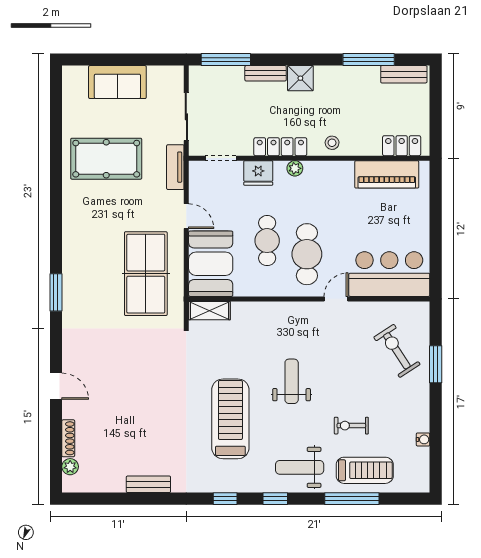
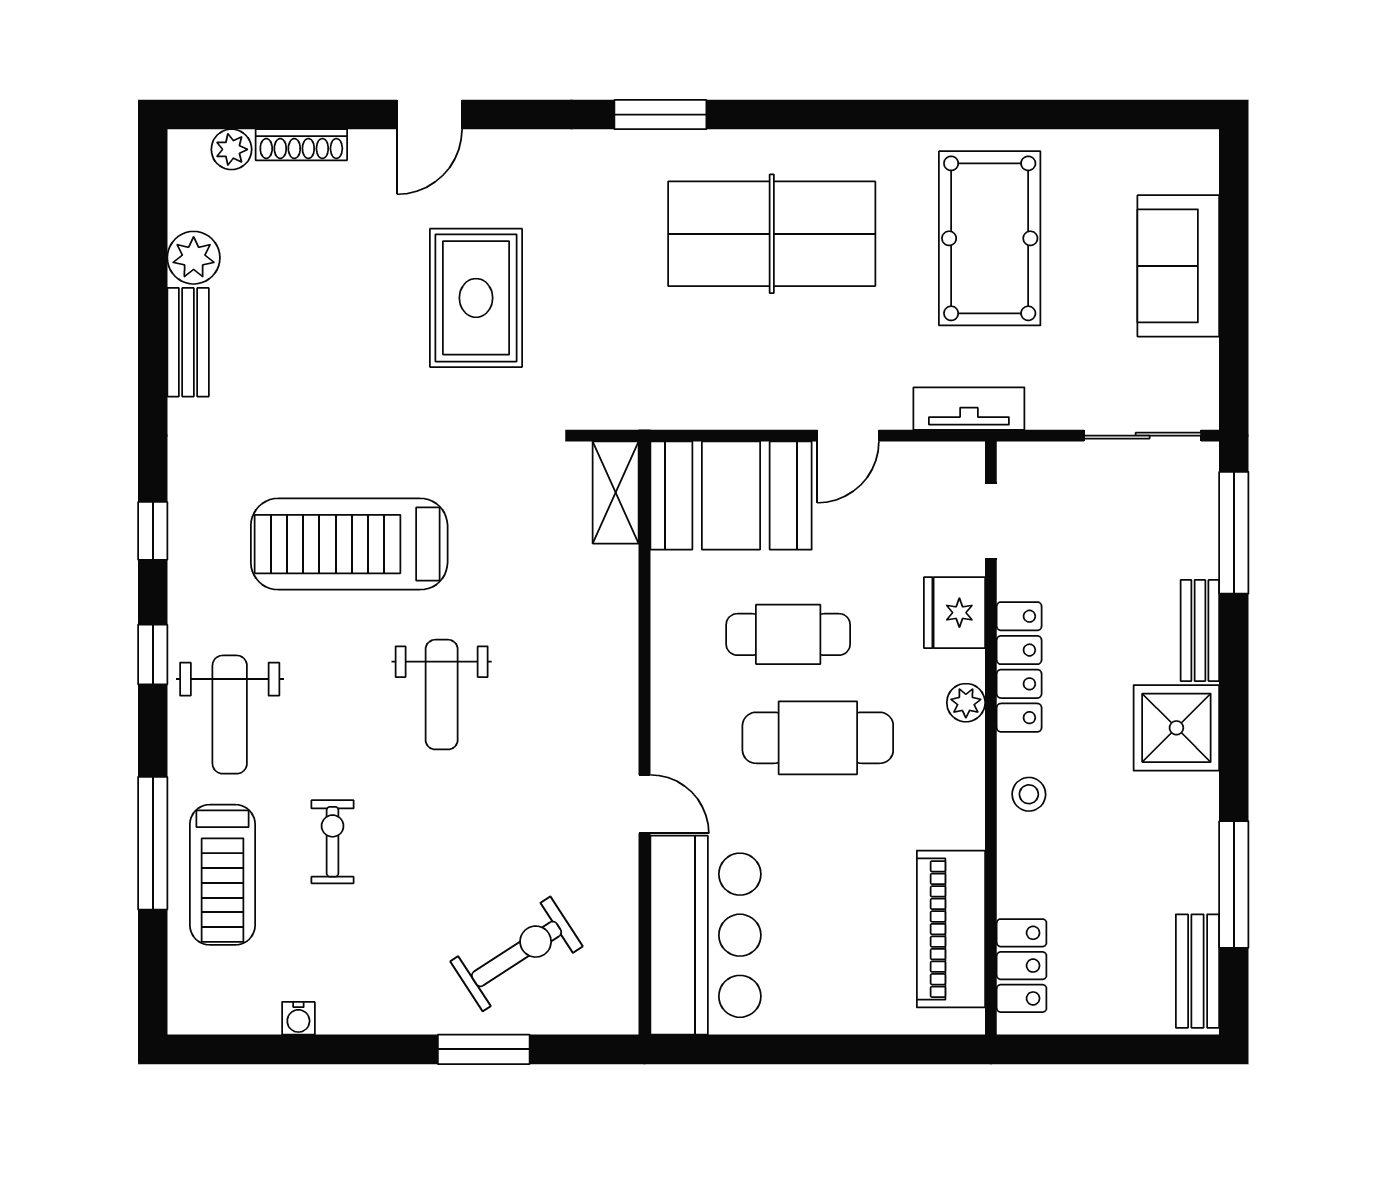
shower: (300, 78) -> (1176, 728), width x1.36, depth x1.36
sliding door: (186, 117) -> (1143, 436), moved
cafe table: (307, 254) -> (818, 738), moved
table tennis table: (146, 274) -> (772, 234), moved
rug: (130, 367) -> (476, 298), added
weight bench: (292, 381) -> (442, 695), turned 90
treadmill: (230, 419) -> (349, 544), turned 180
weight bench: (300, 467) -> (230, 715), turned 180
plant: (114, 482) -> (194, 258), added

